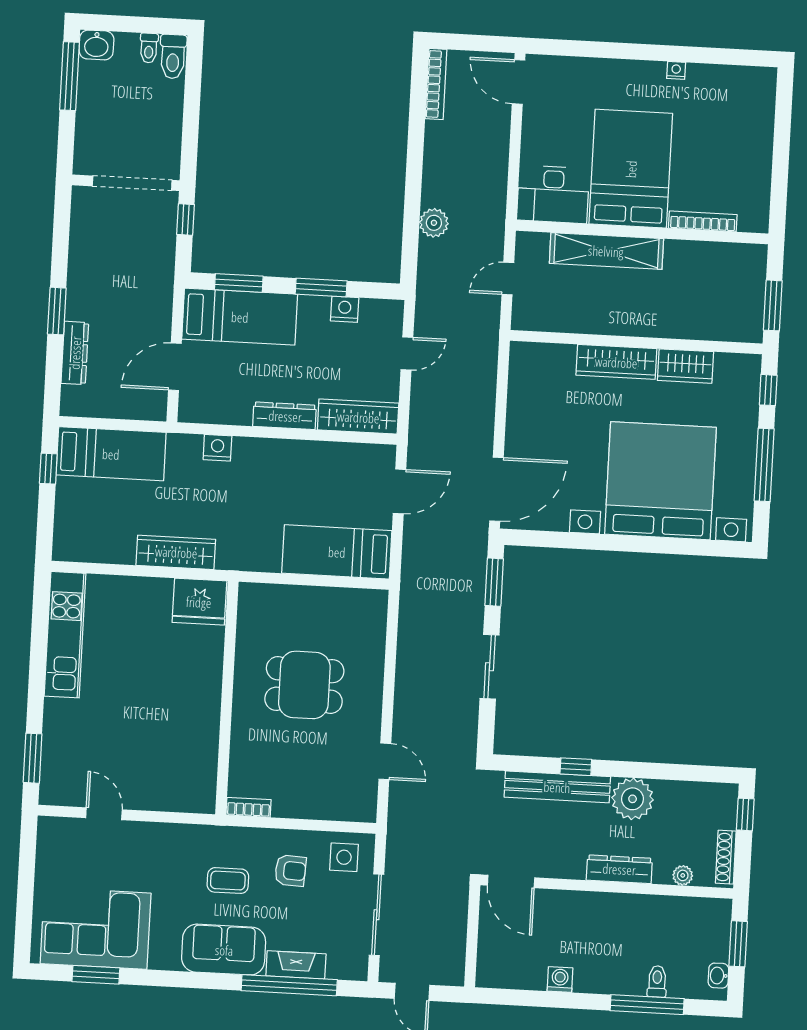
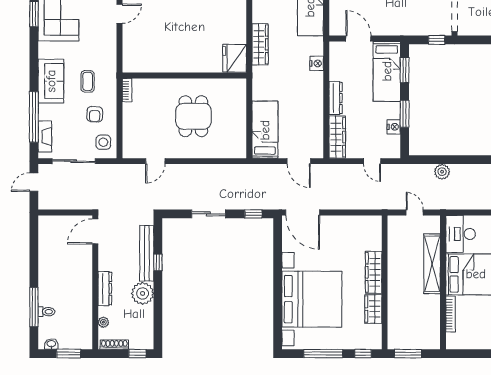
window: (494, 582) -> (253, 214), width x0.67
fireplace: (296, 965) -> (45, 136), moved
washing machine: (560, 980) -> (45, 260), removed

